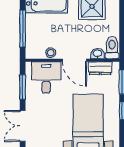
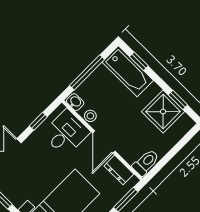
washbasin: (97, 53) -> (75, 102), moved
window: (23, 87) -> (38, 121), width x0.67

